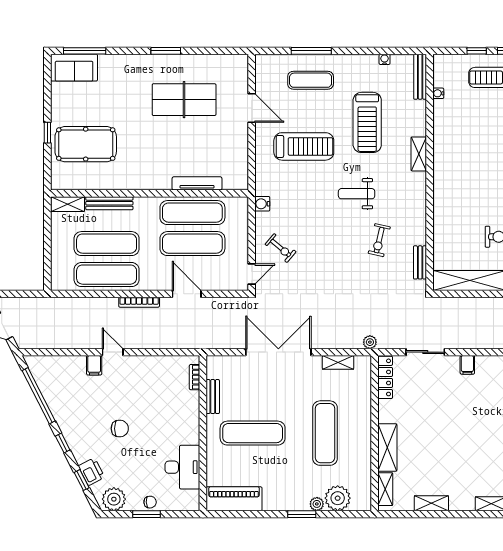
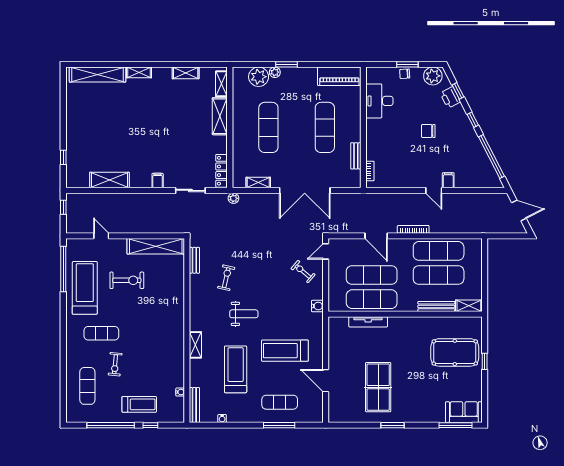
table tennis table: (184, 100) -> (378, 387), turned 90
exercise mat: (253, 433) -> (325, 127), turned 90

